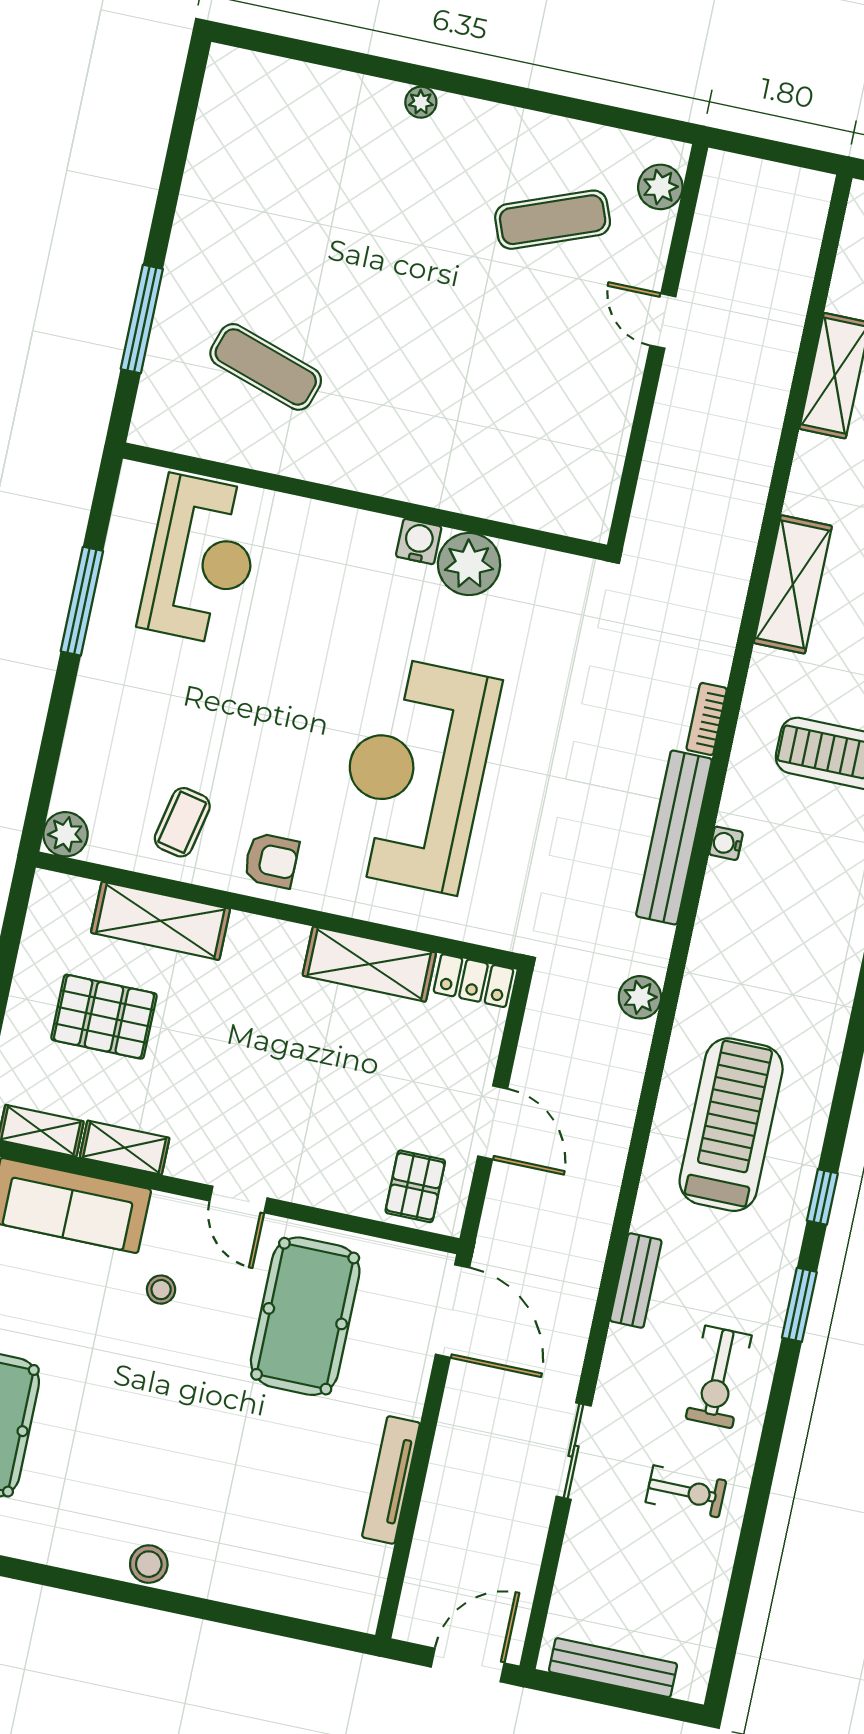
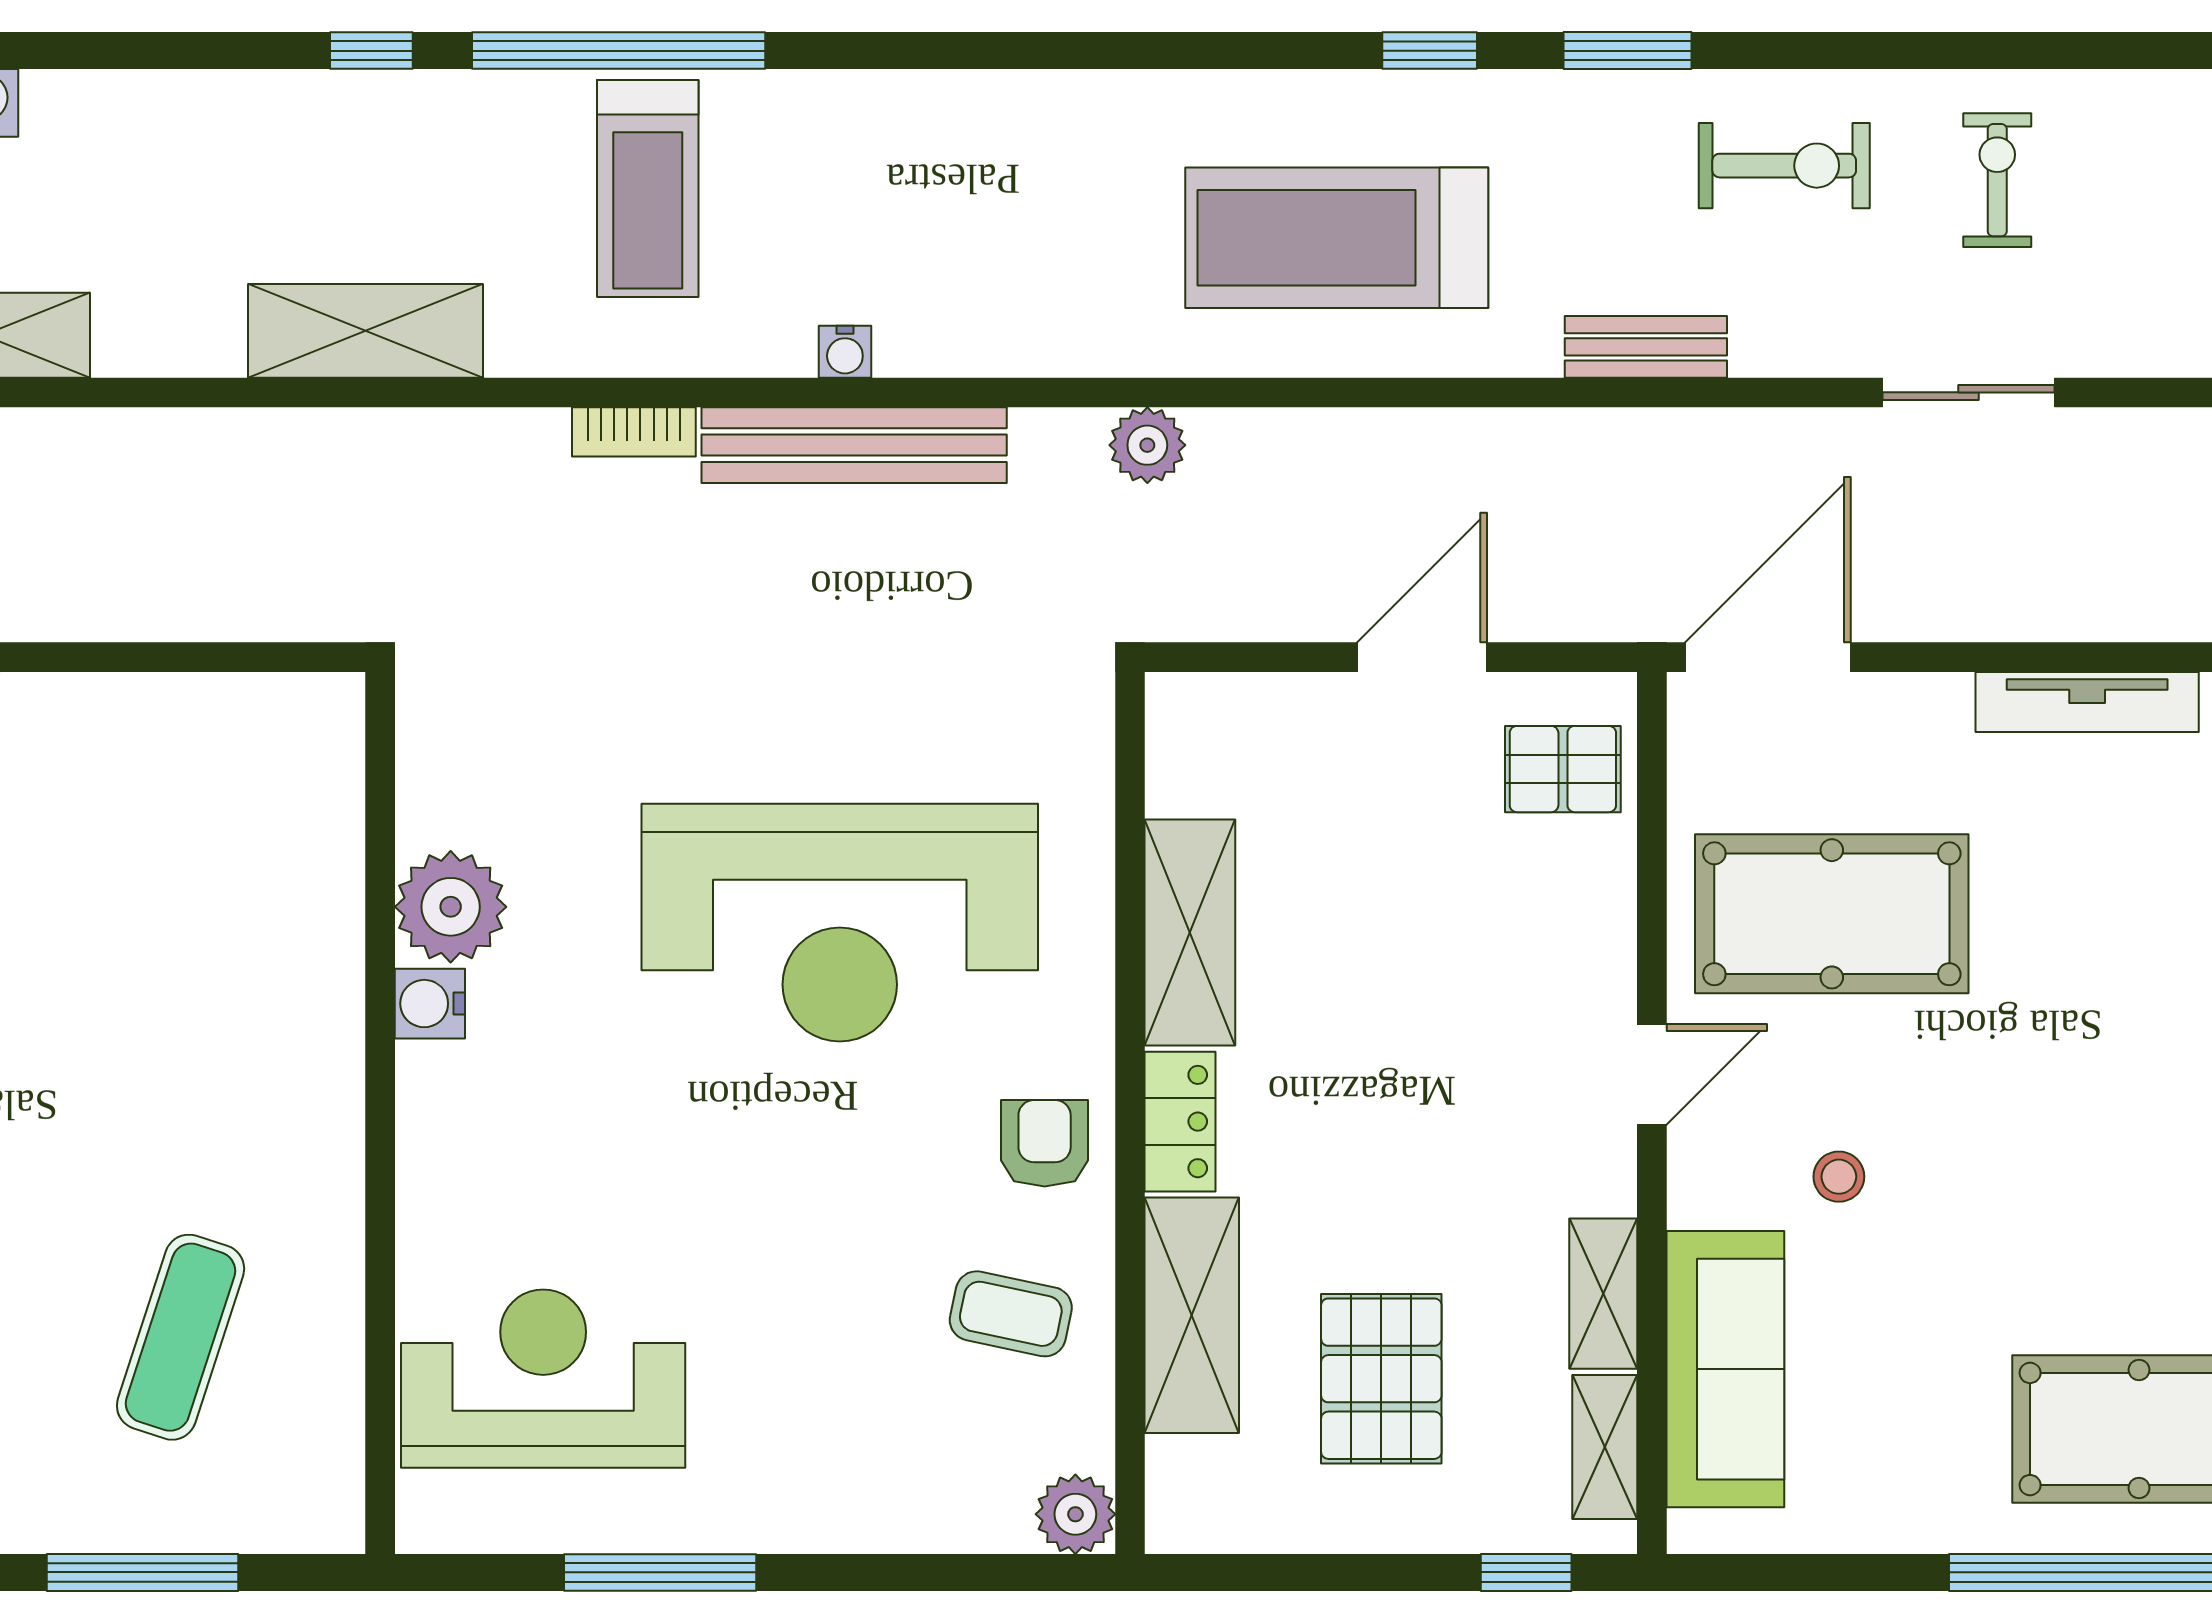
locker: (473, 981) -> (1180, 1122), moved

